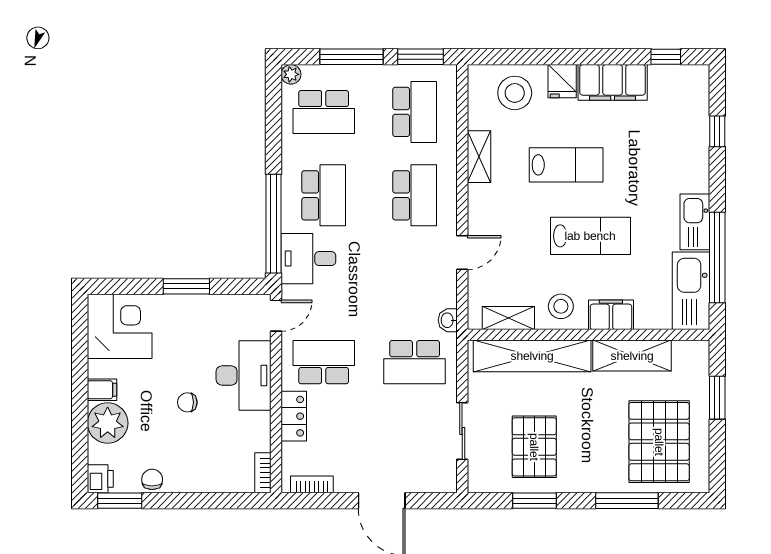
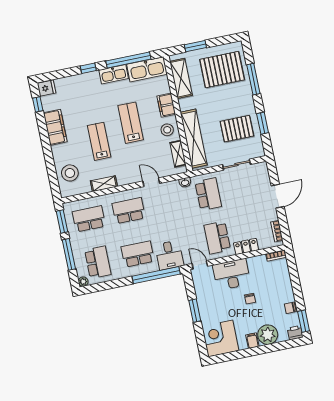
fridge: (562, 81) -> (46, 88), moved
window: (717, 131) -> (88, 68), moved
shelving: (632, 356) -> (181, 78), moved

